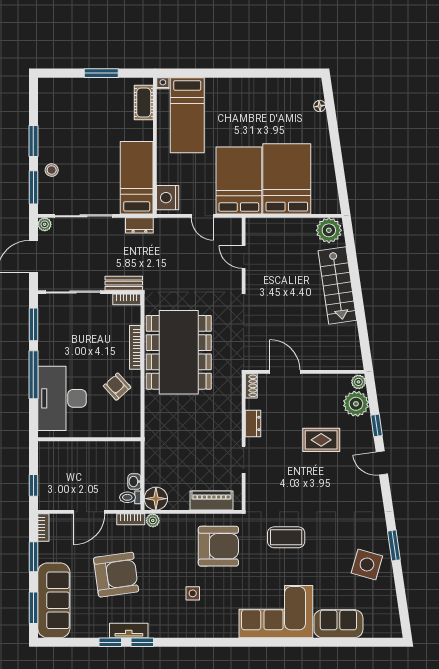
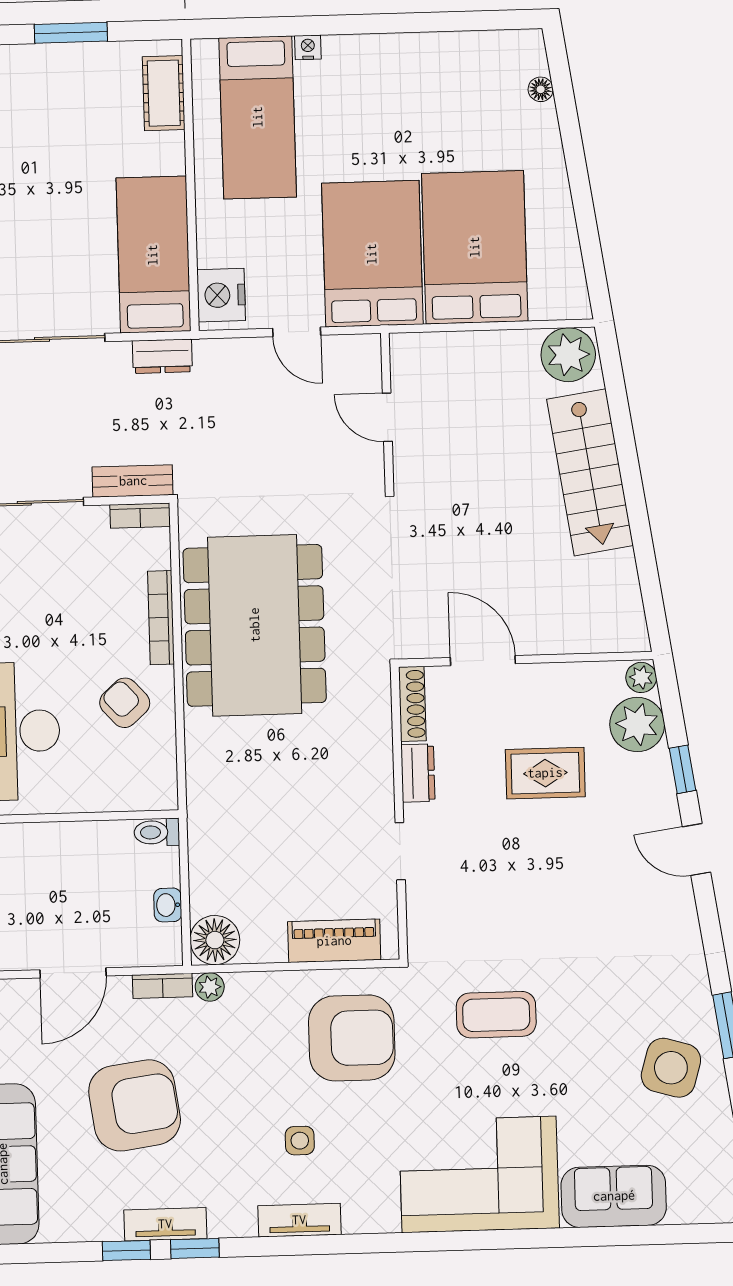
nightstand: (163, 83) -> (308, 47), moved
shoe rack: (251, 386) -> (412, 704), width x1.43
rug: (321, 440) -> (545, 773), moved
toilet: (130, 497) -> (157, 832), moved
tv unit: (191, 630) -> (299, 1220), added

